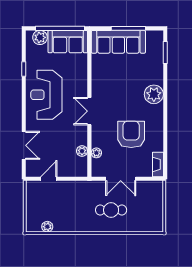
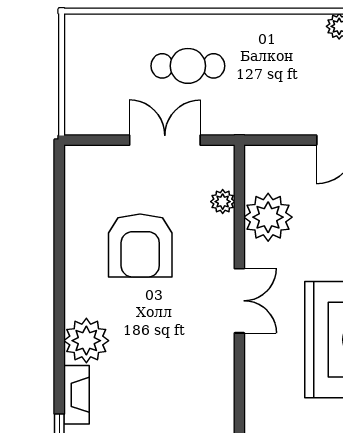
plant: (82, 151) -> (268, 217), width x1.87, depth x1.87
fireplace: (158, 164) -> (76, 395), moved

